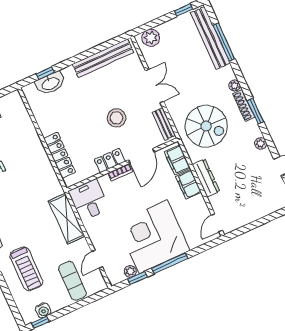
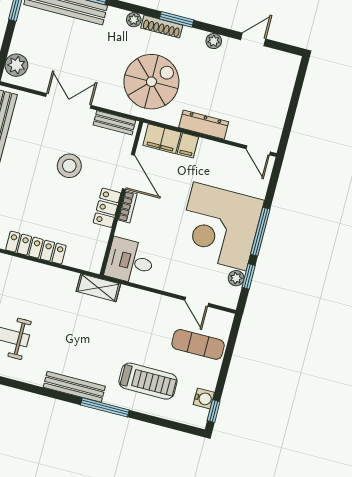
locker: (60, 155) -> (36, 248), moved
filing cabinet: (188, 184) -> (188, 145), width x0.50
shelving: (67, 219) -> (98, 288), moved, width x0.67, depth x0.75

